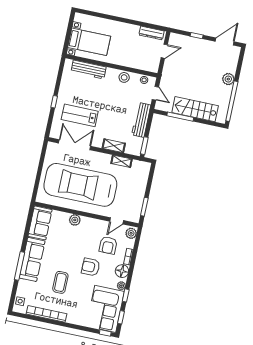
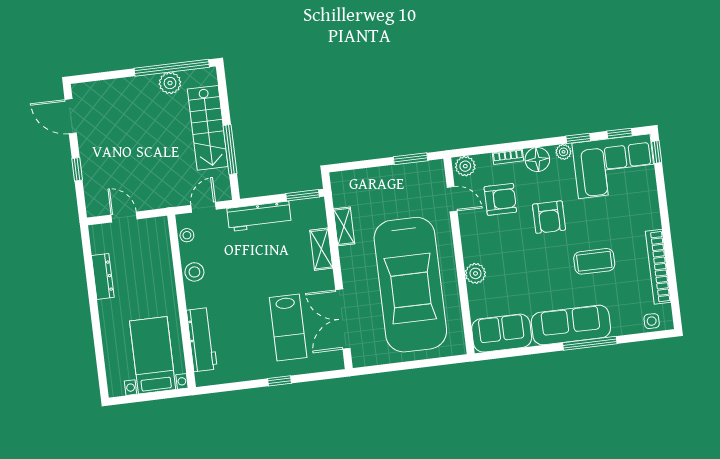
dresser: (152, 33) -> (103, 276), moved
plant: (228, 79) -> (170, 83), moved

